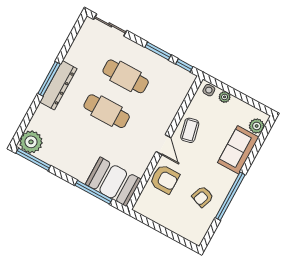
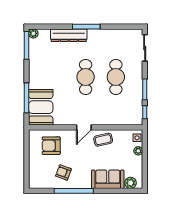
dresser: (58, 85) -> (69, 35), moved
plant: (31, 142) -> (33, 33), width x0.53, depth x0.53
armchair: (165, 179) -> (51, 146), moved, turned 90

